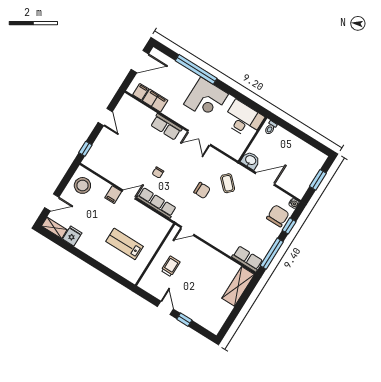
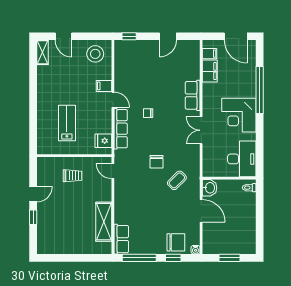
fridge: (72, 236) -> (103, 141), moved, turned 180
shelving: (238, 286) -> (104, 222), moved, turned 90

